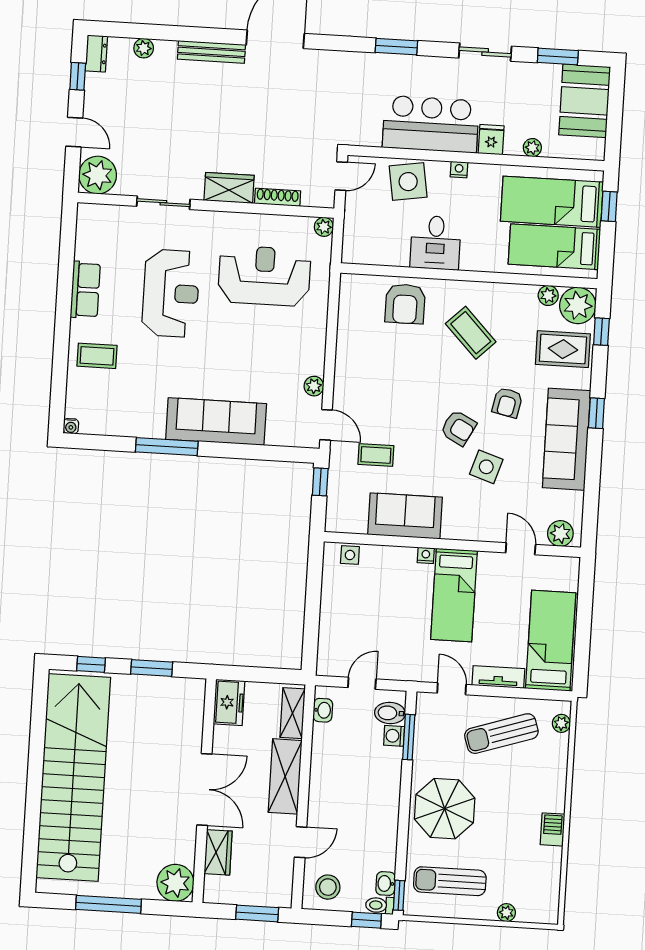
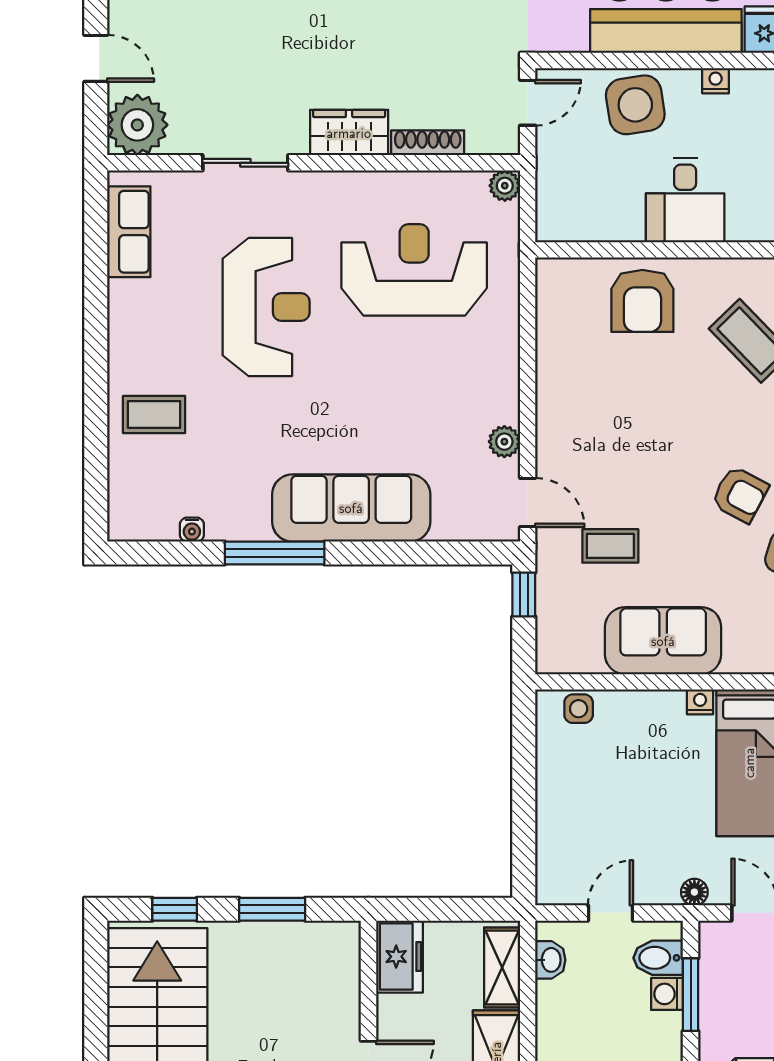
row of seats: (85, 290) -> (129, 232), moved
water cooler: (71, 426) -> (192, 530), moved
floor lamp: (415, 673) -> (694, 892), added

